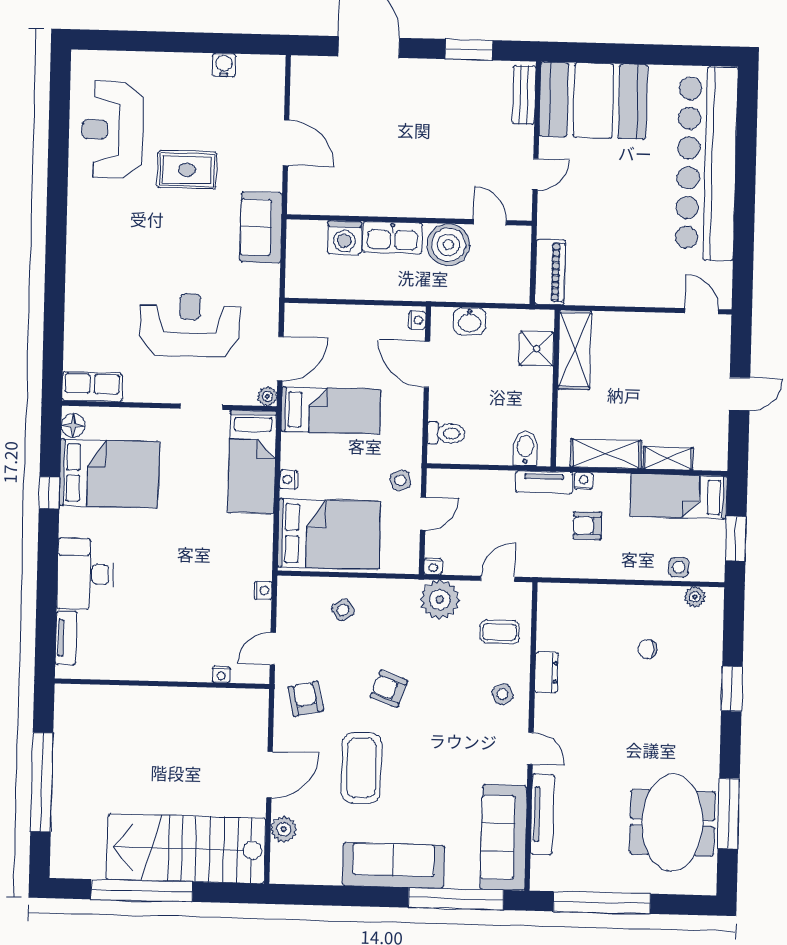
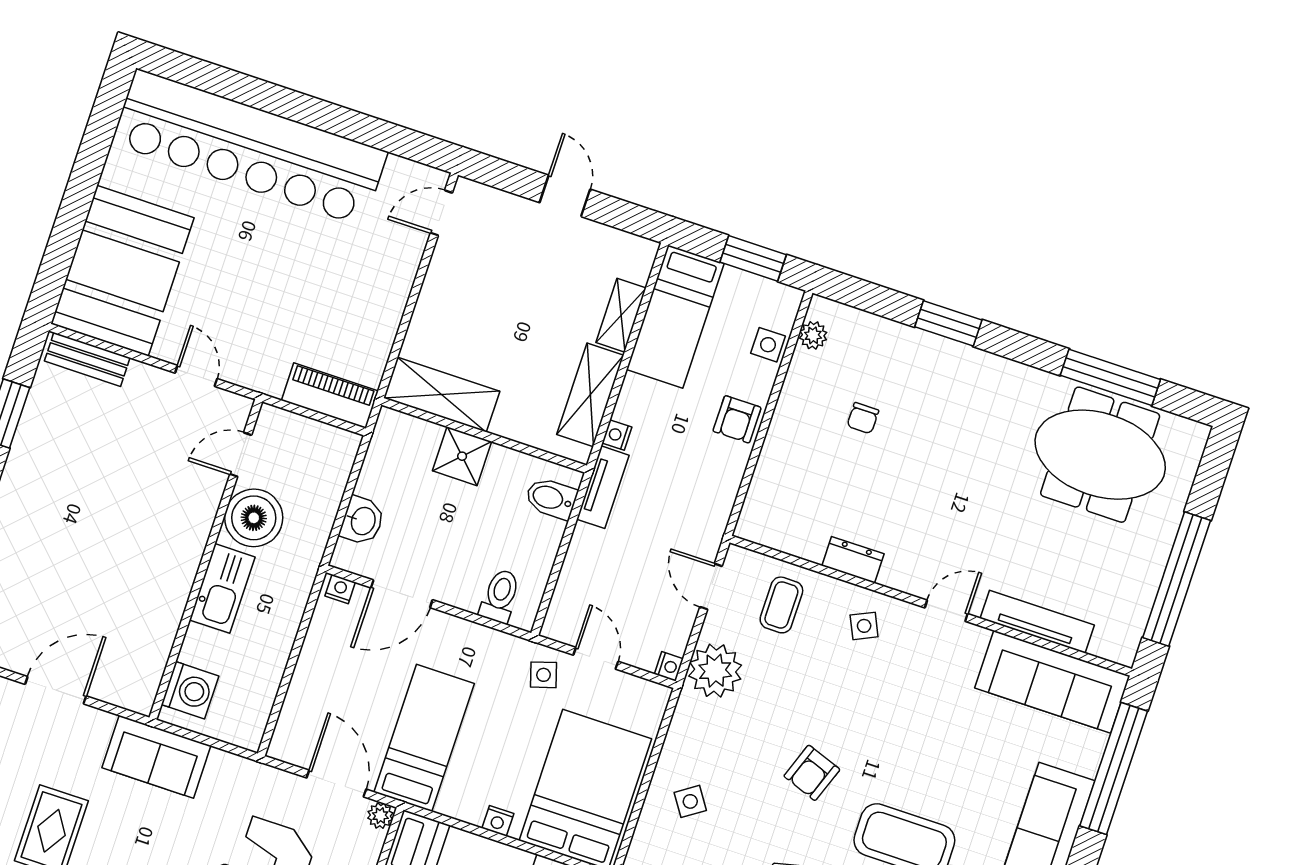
washing machine: (344, 238) -> (190, 690), moved
shower: (537, 349) -> (462, 456), moved
armchair: (587, 526) -> (737, 419), moved

